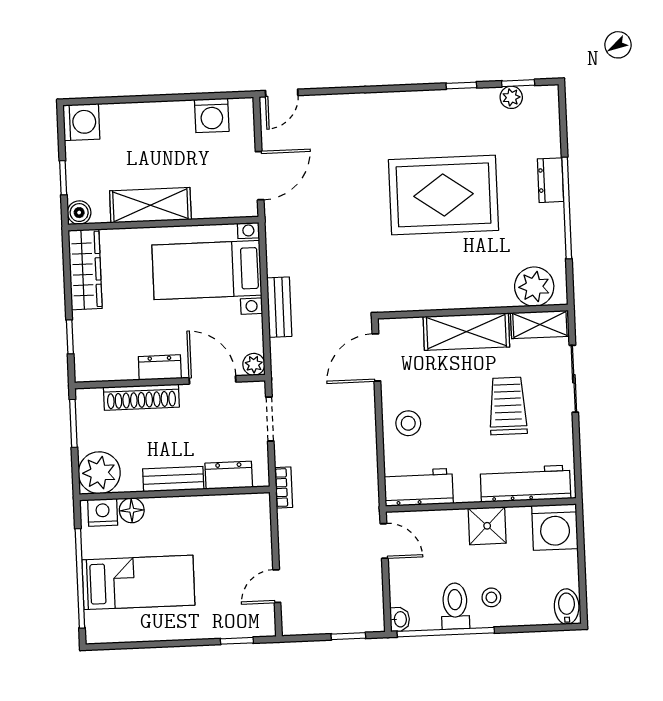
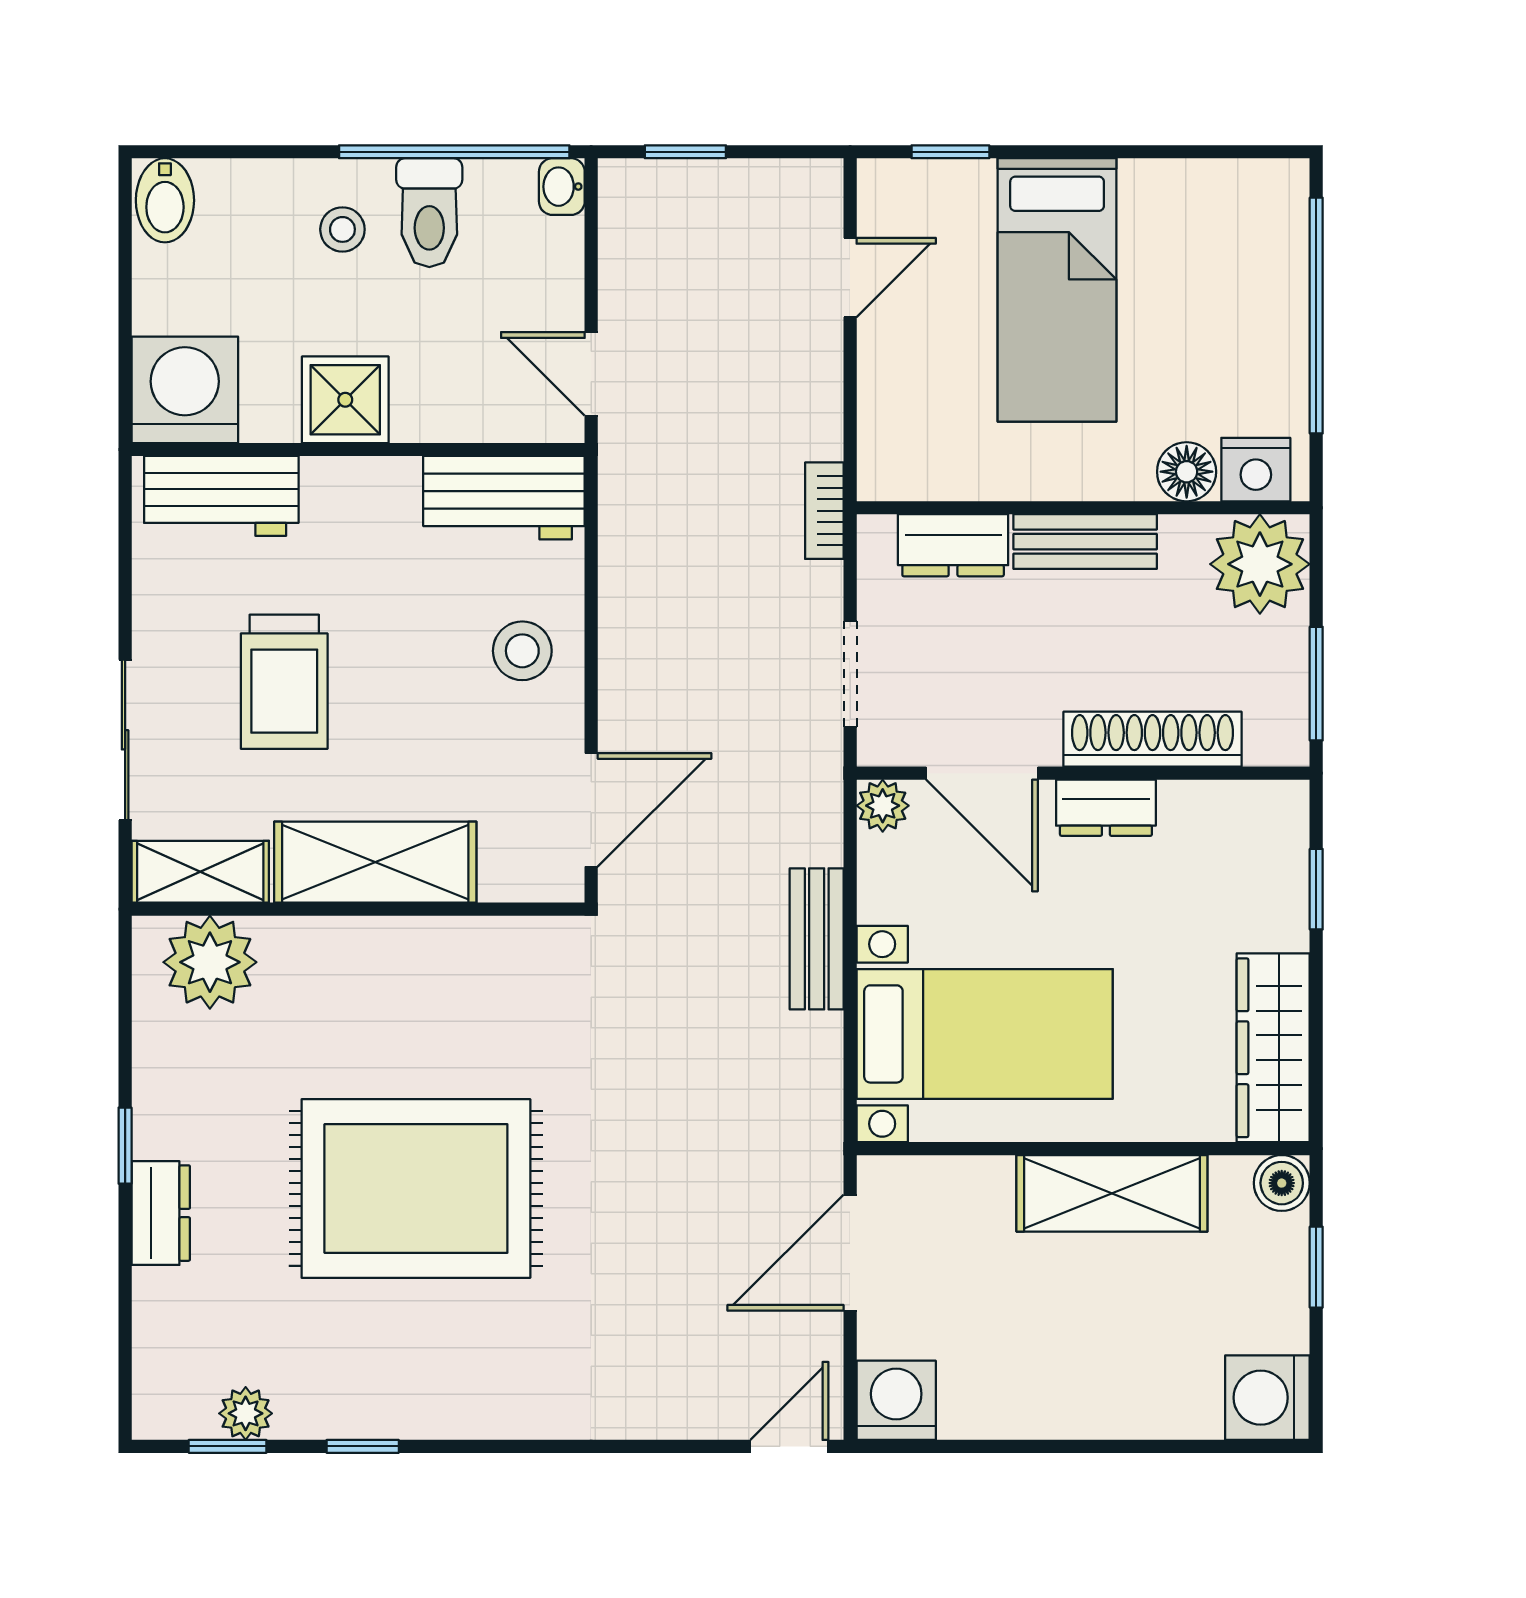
washing machine: (212, 115) -> (896, 1400), moved
window: (567, 208) -> (125, 1146), width x0.32
workbench: (525, 484) -> (221, 496), width x0.73
bed: (138, 582) -> (1057, 290), moved, turned -90

